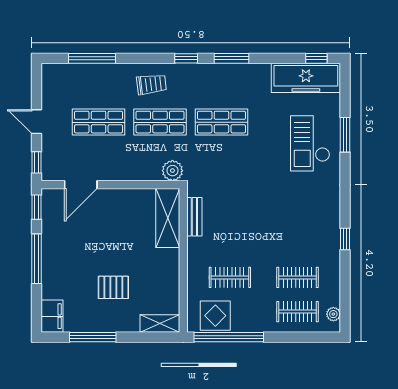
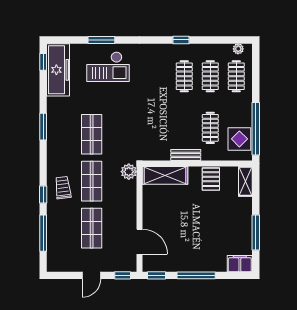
window: (186, 58) -> (43, 195), moved
bench: (194, 217) -> (186, 155), moved
clothes rail: (298, 243) -> (184, 76), added
pallet: (113, 287) -> (211, 179), moved

